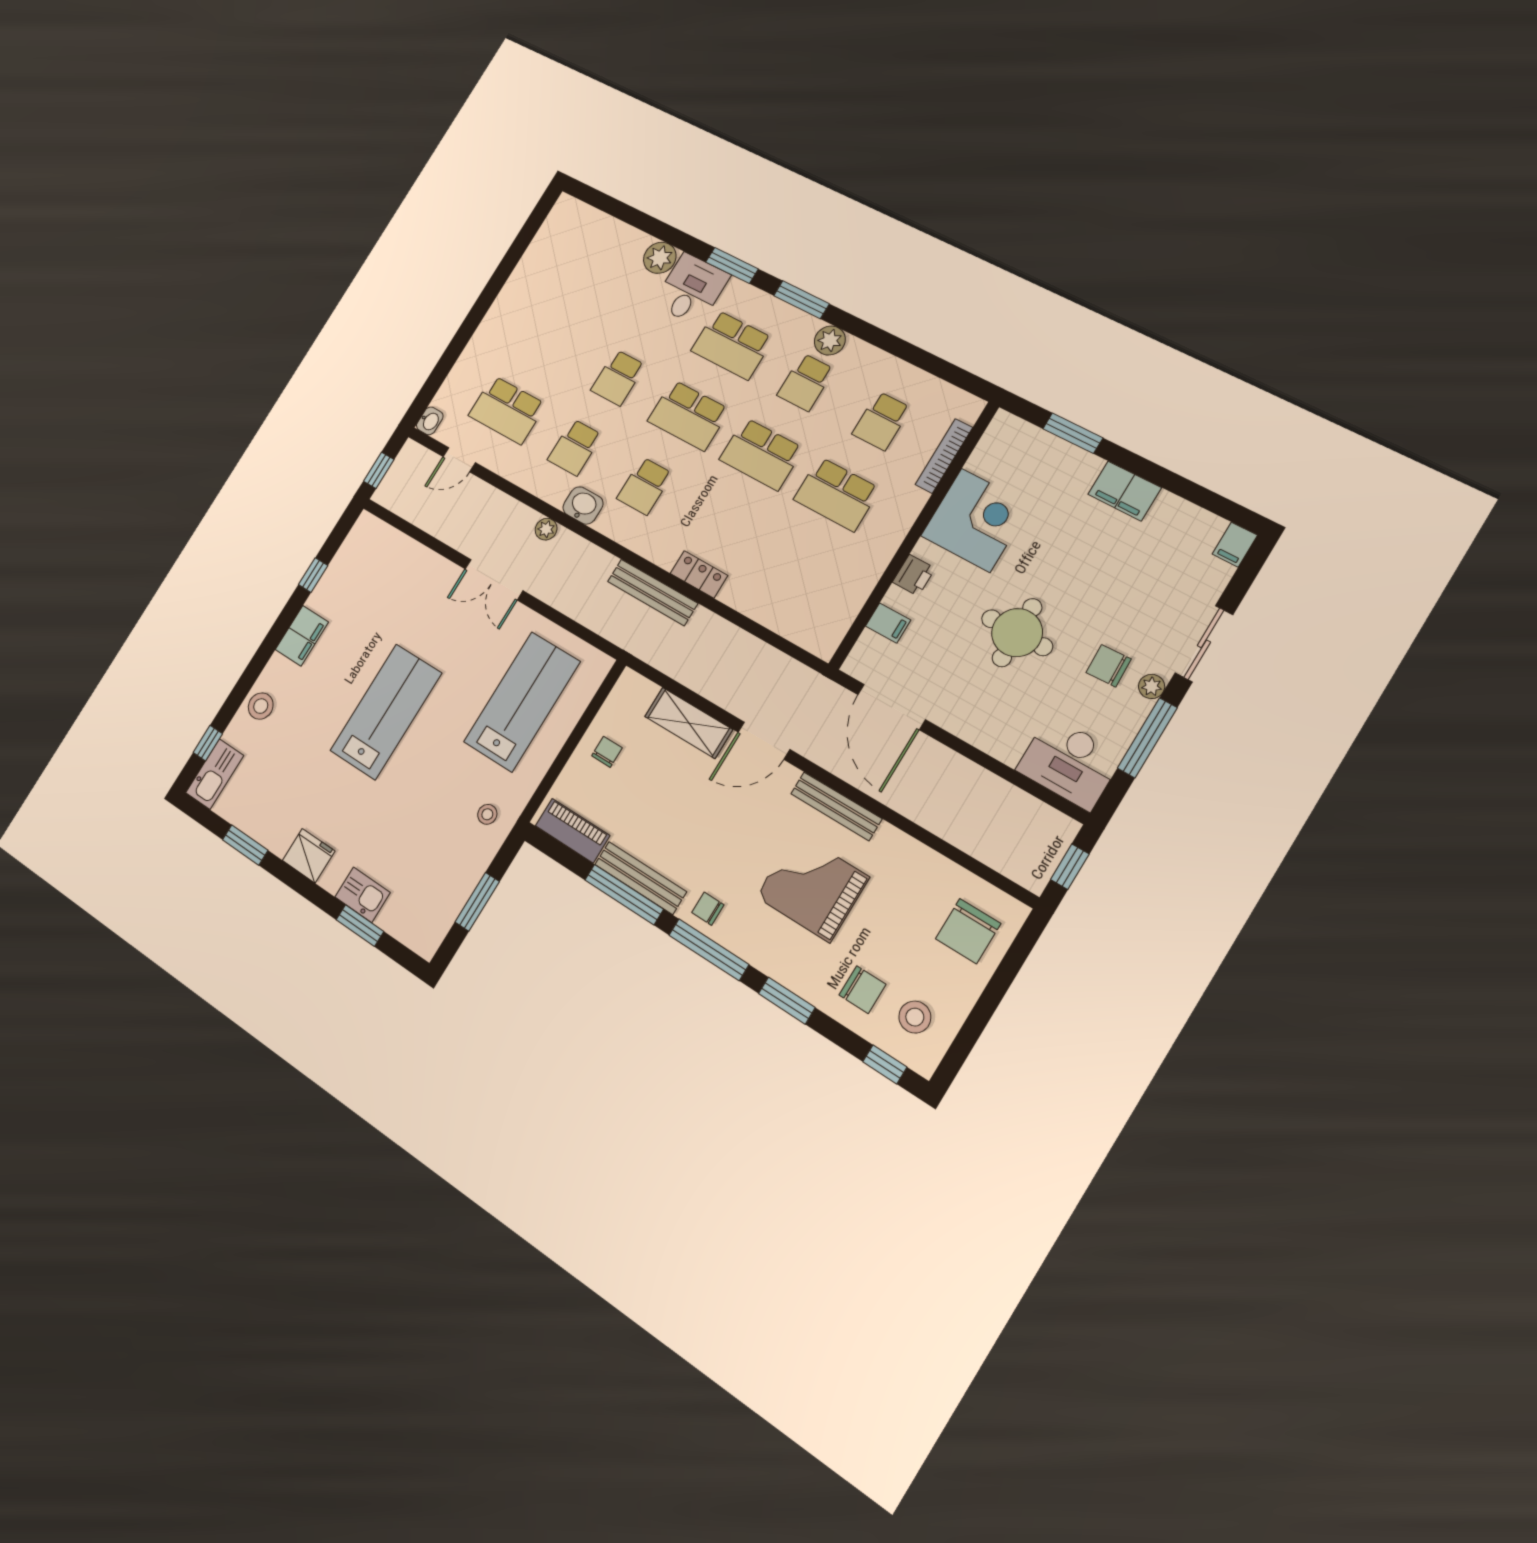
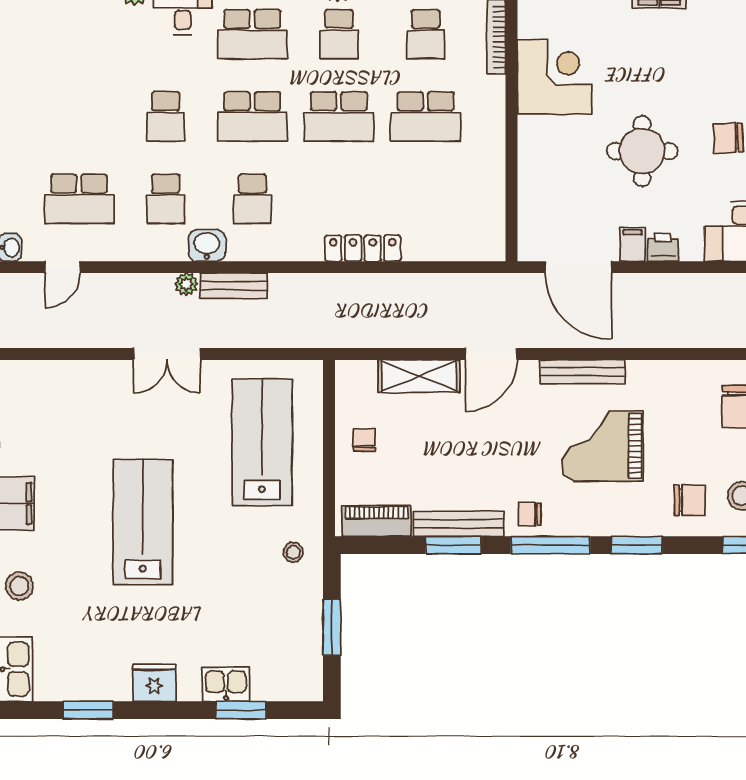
locker: (699, 574) -> (363, 248), width x1.53
printer: (914, 575) -> (663, 247), moved, turned -90
bench: (653, 592) -> (234, 286), moved, width x0.73
filing cabinet: (888, 623) -> (632, 244), moved, turned -90
window: (624, 895) -> (453, 545), width x0.69

